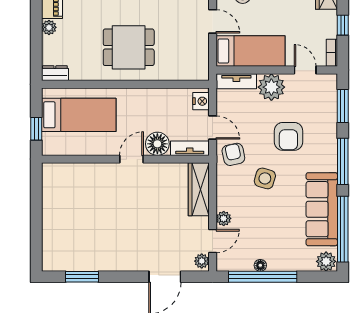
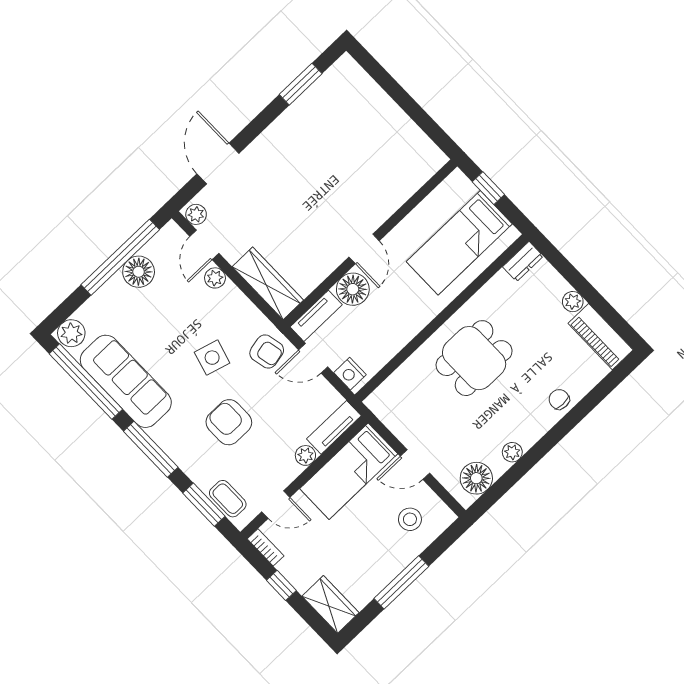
plant: (271, 87) -> (305, 455), width x0.53, depth x0.53
coffee table: (327, 97) -> (228, 499), added
floor lamp: (260, 265) -> (139, 272), width x1.89, depth x1.89

